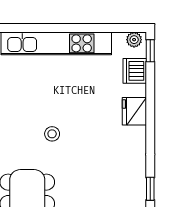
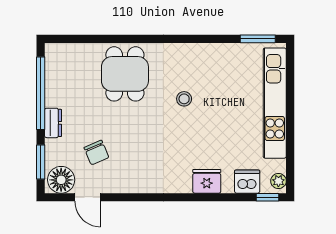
window: (150, 189) -> (129, 197), removed

